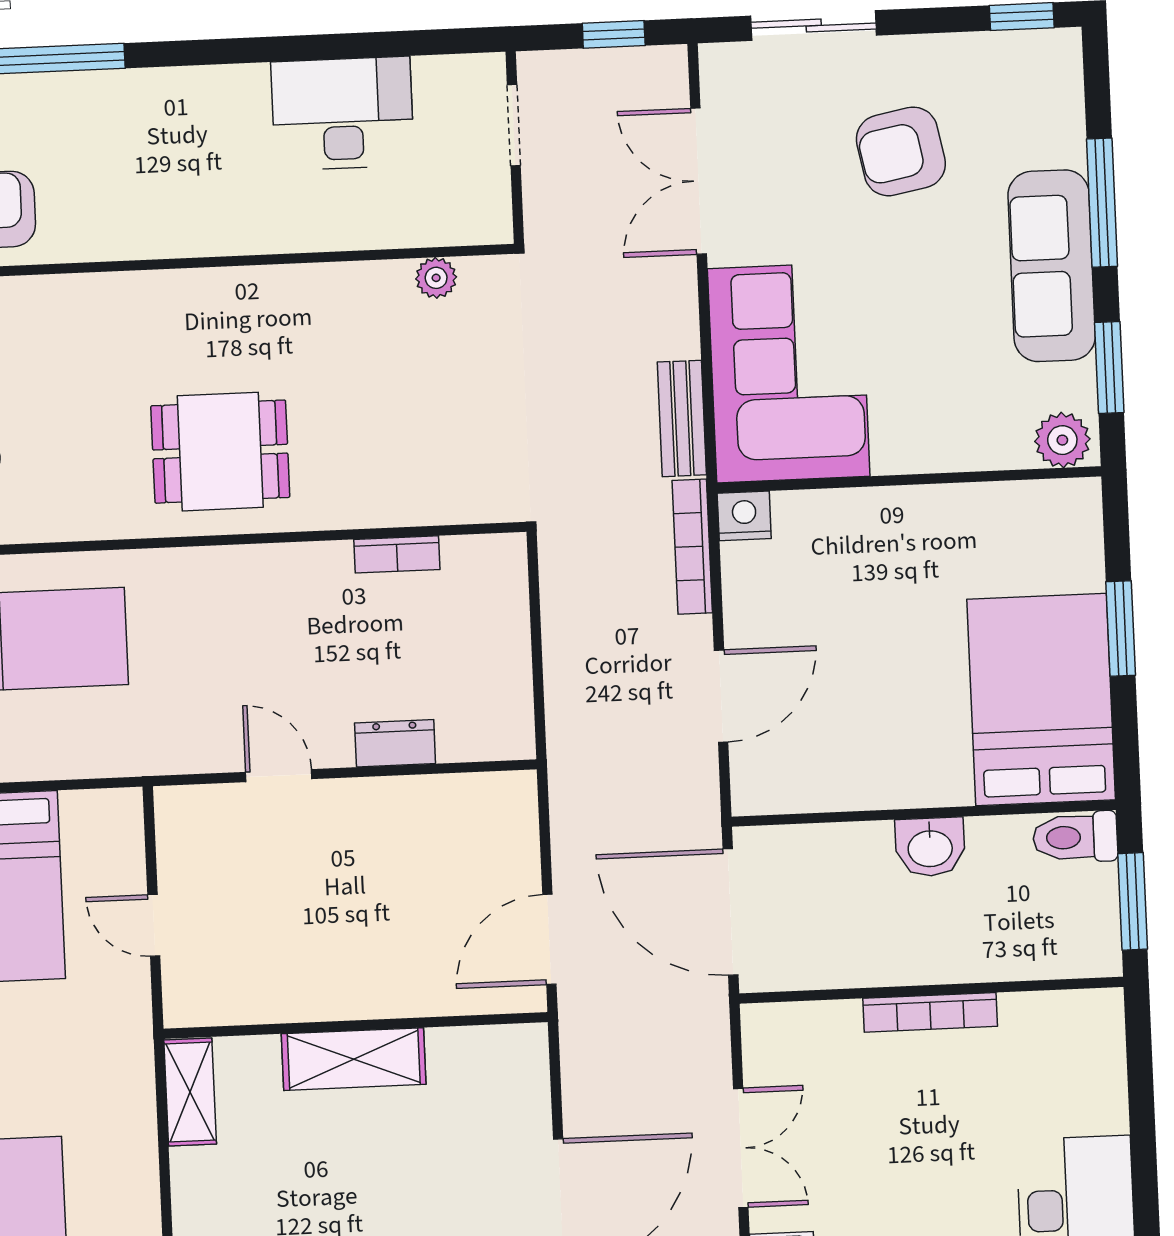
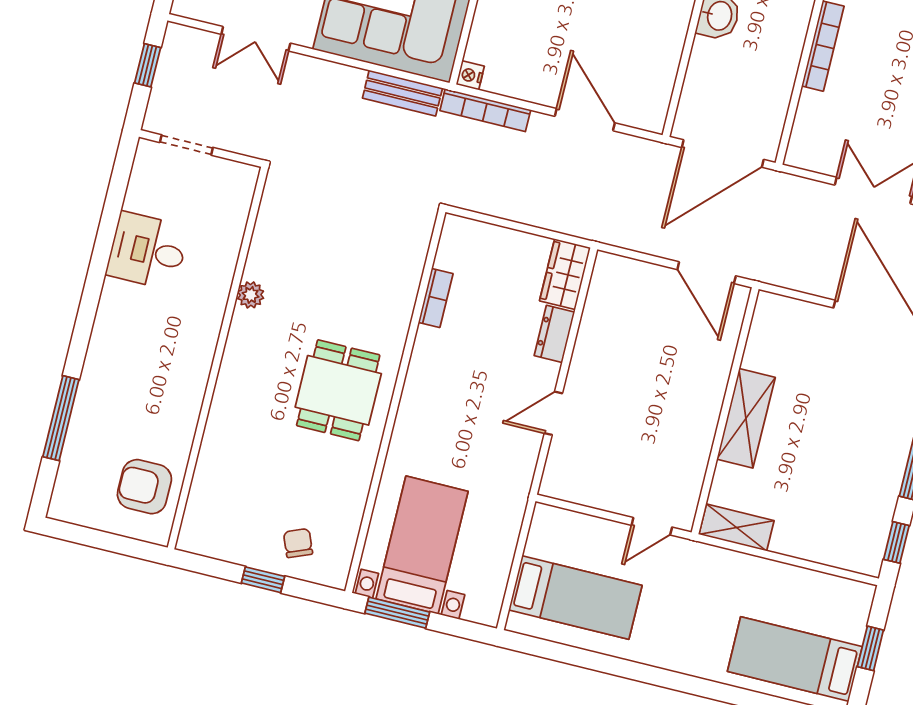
desk: (342, 113) -> (147, 251), width x0.73
double door: (699, 181) -> (256, 39), width x0.73
plant: (436, 278) -> (251, 295), moved
nightstand: (744, 516) -> (470, 75), width x0.72, depth x0.74
wardrobe: (487, 733) -> (565, 274), added
door: (154, 925) -> (652, 526), moved

